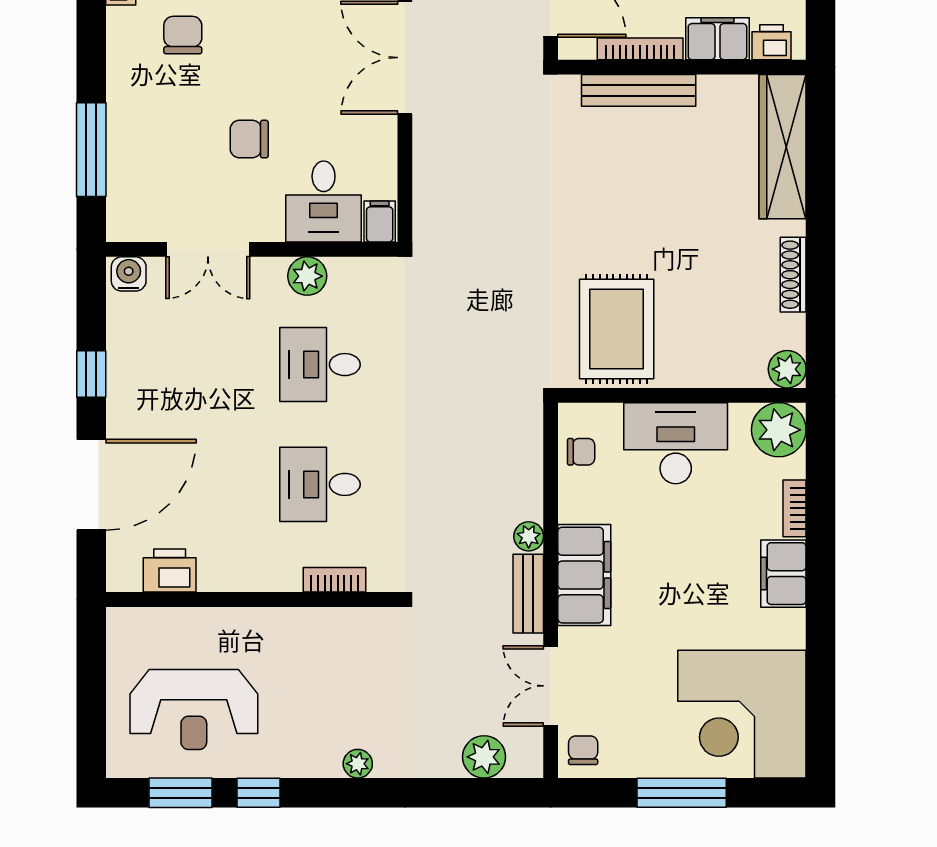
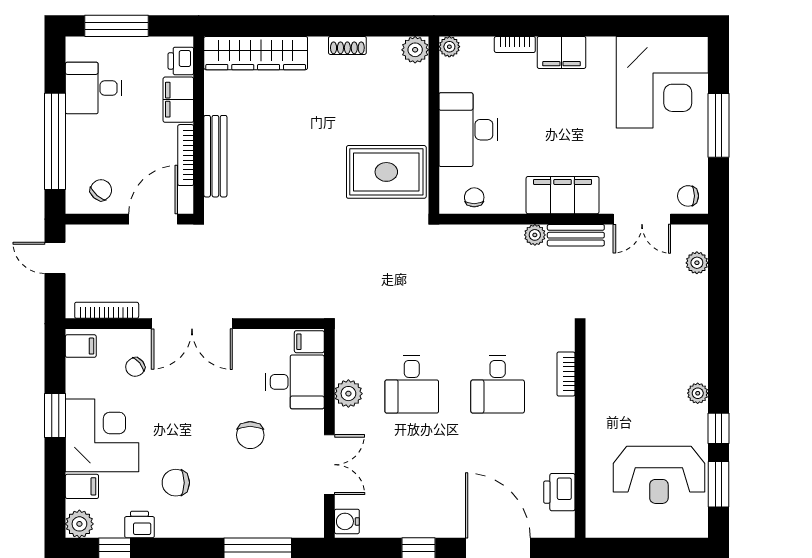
shoe rack: (793, 275) -> (347, 45), width x0.70
plant: (779, 430) -> (449, 47), width x0.53, depth x0.53
reception desk: (194, 710) -> (659, 475), turned 90
plant: (484, 757) -> (697, 263), width x0.73, depth x0.73
plant: (358, 764) -> (698, 393), moved

